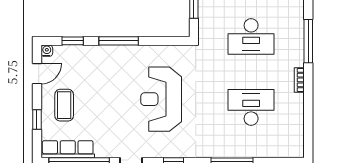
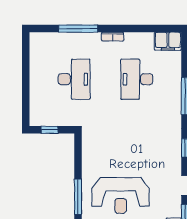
reception desk: (161, 99) -> (121, 195), moved
filing cabinet: (294, 143) -> (168, 41), added

